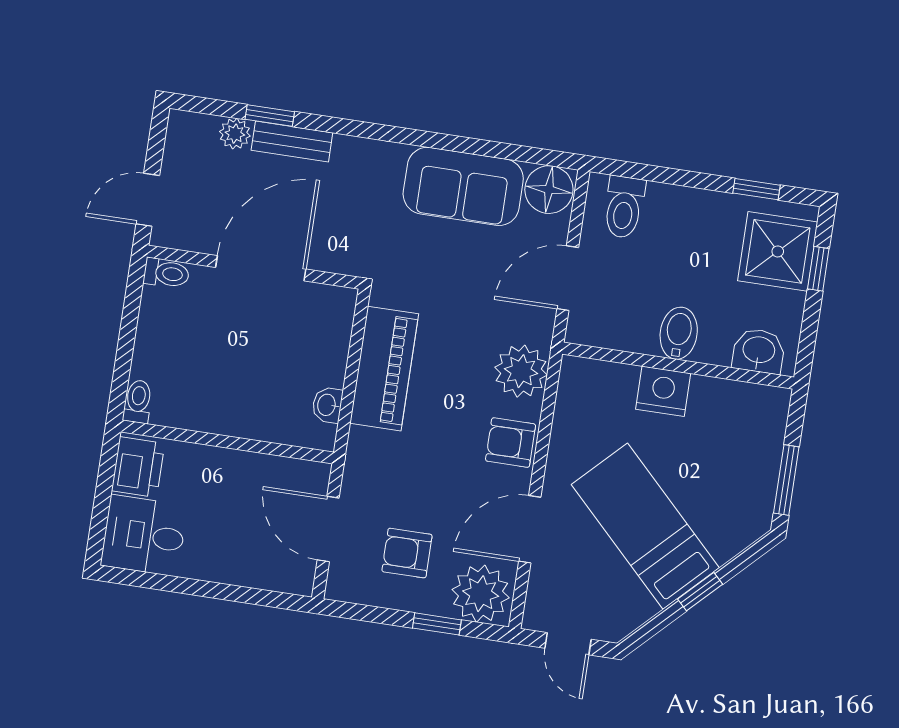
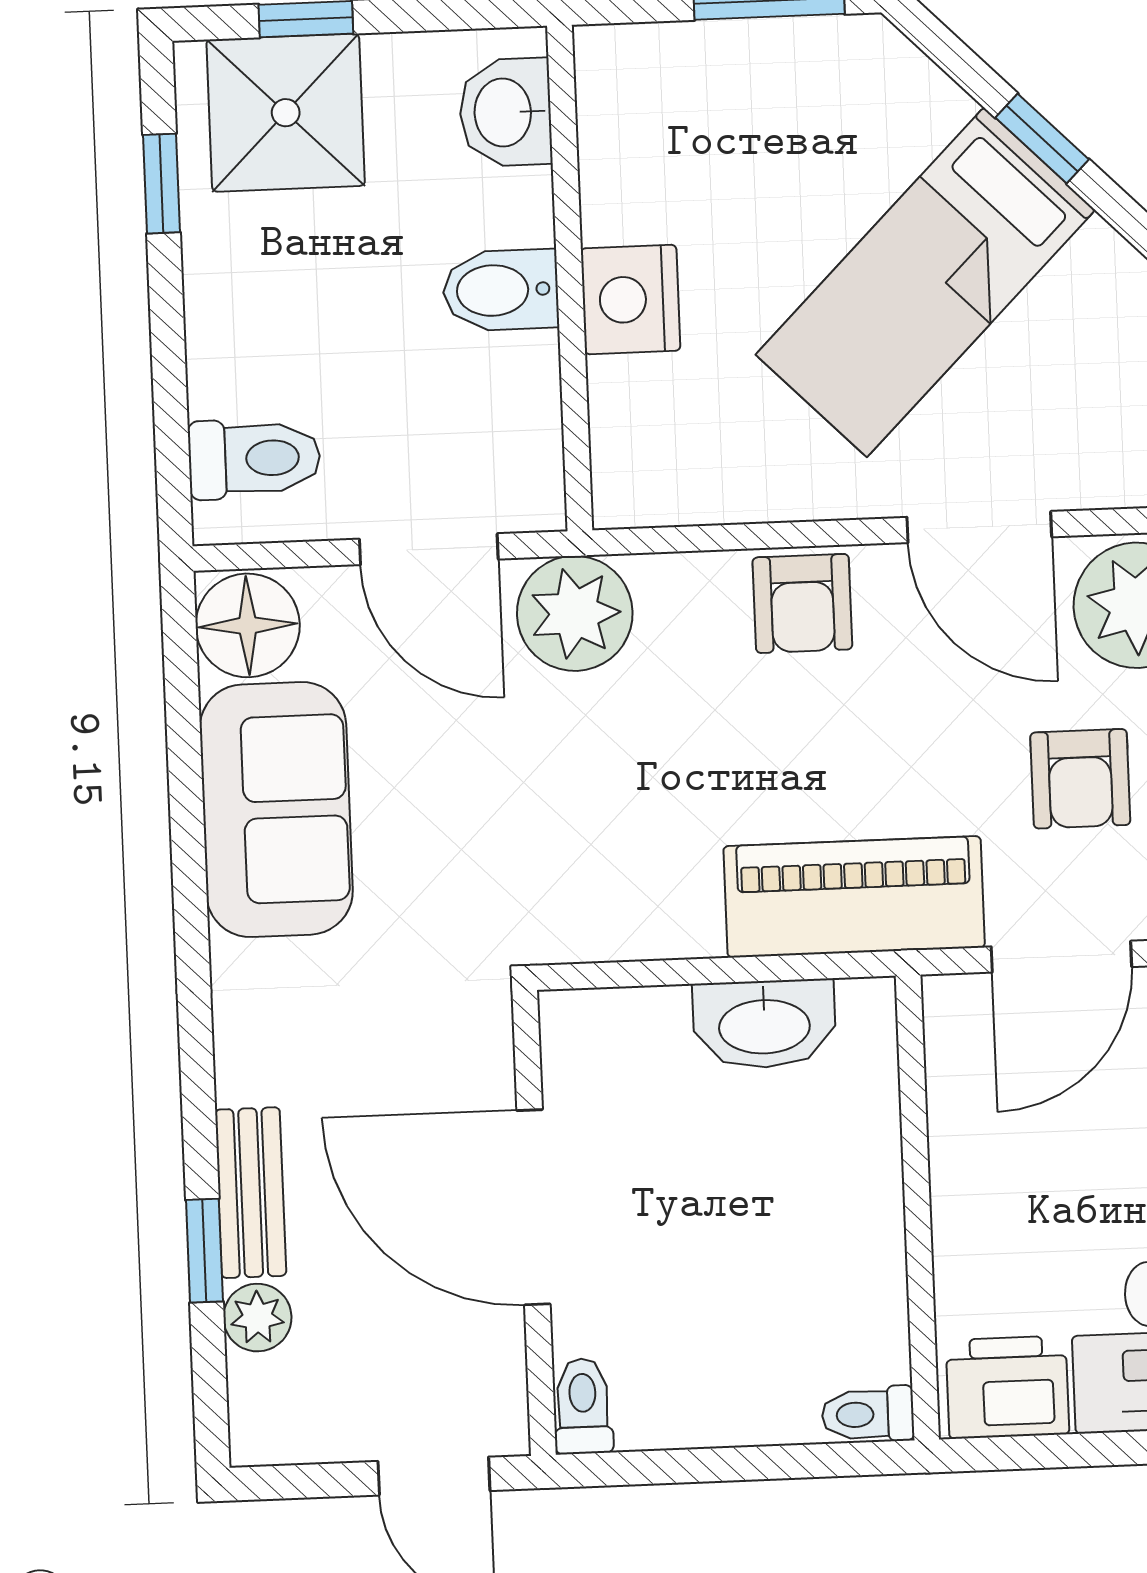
piano: (384, 369) -> (854, 897), moved
plant: (521, 371) -> (575, 613), moved
washbasin: (327, 405) -> (764, 1024), width x1.91, depth x1.45

